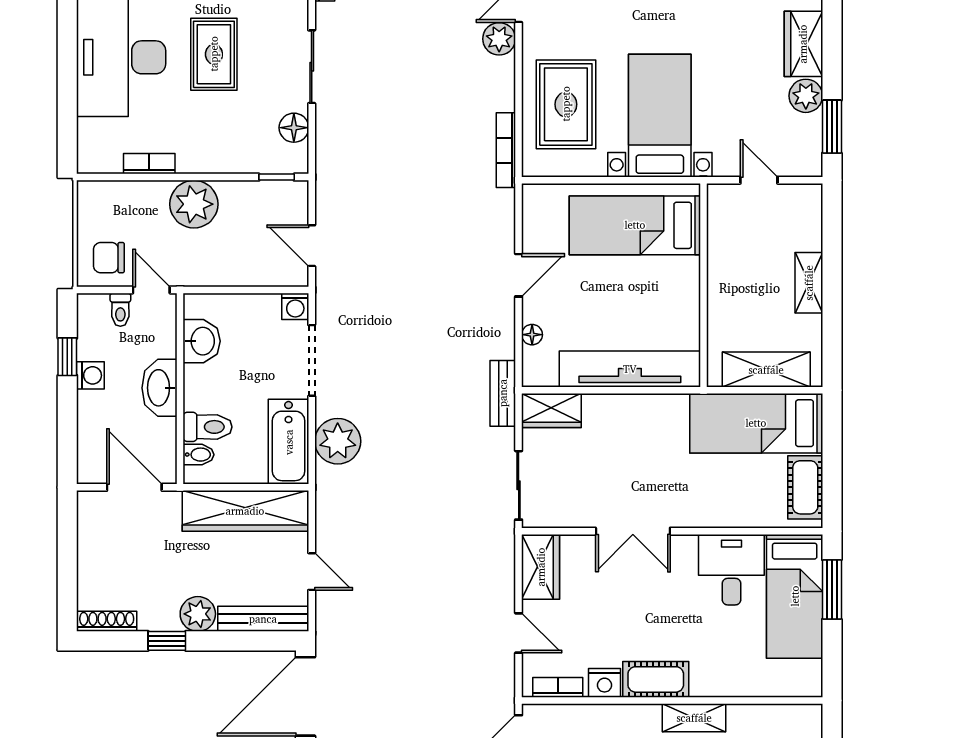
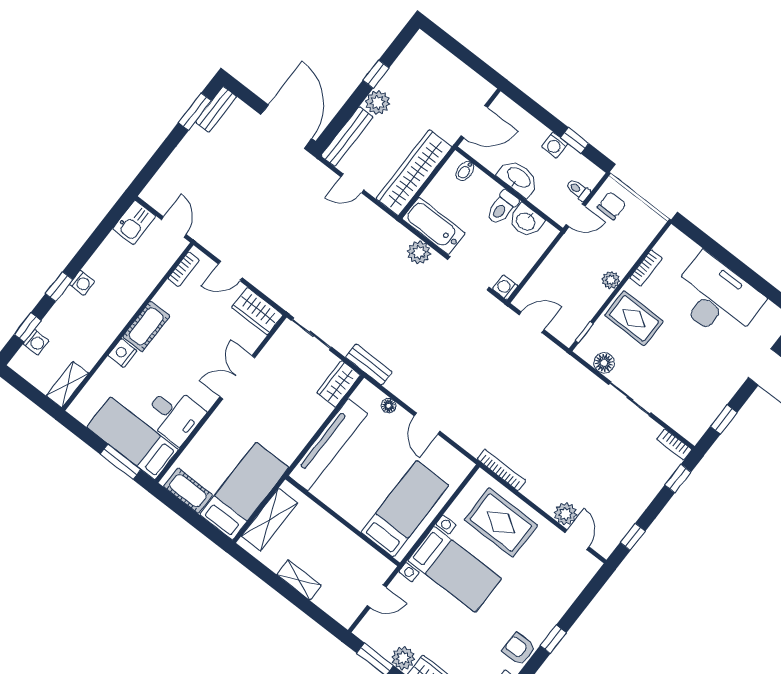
rug: (214, 54) -> (634, 318), moved
plant: (194, 204) -> (611, 280), width x0.53, depth x0.53
toilet: (208, 427) -> (502, 208), moved
plant: (338, 441) -> (419, 252), width x0.73, depth x0.73
shoe rack: (107, 621) -> (412, 49), removed
nightstand: (604, 683) -> (122, 353), moved
shelving: (694, 718) -> (67, 384), moved

